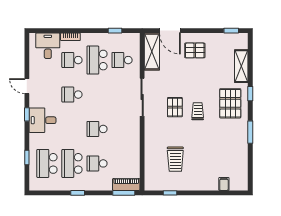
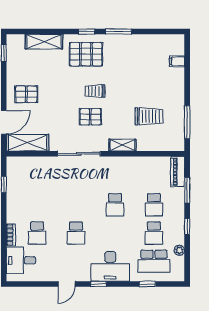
pallet: (195, 50) -> (26, 94), turned 90
school desk: (97, 60) -> (37, 205), removed
school desk: (122, 60) -> (37, 176), removed
window: (250, 94) -> (87, 32), moved
desk: (43, 120) -> (110, 266), width x1.37
shelving: (150, 136) -> (122, 145), added
school desk: (72, 163) -> (154, 233), width x0.54
plant: (57, 186) -> (179, 250), added
window: (124, 193) -> (187, 190), moved
window: (170, 193) -> (187, 122), width x2.17

